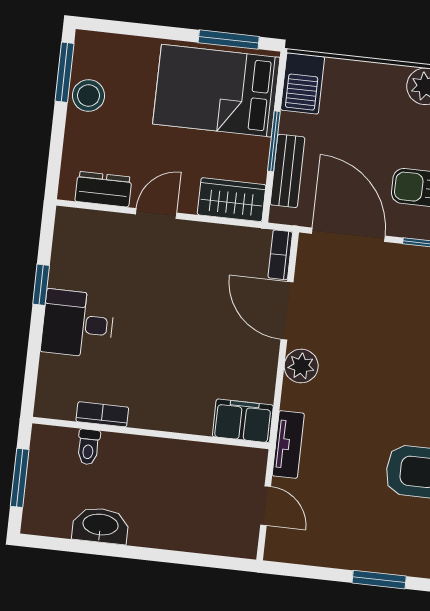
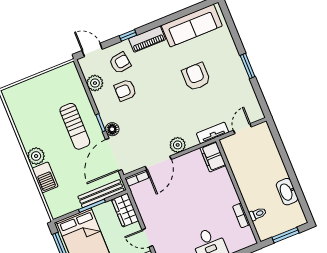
barbecue: (303, 83) -> (45, 177), moved, turned 90
bench: (287, 171) -> (101, 194), width x1.36
floor lamp: (398, 258) -> (112, 129), added

